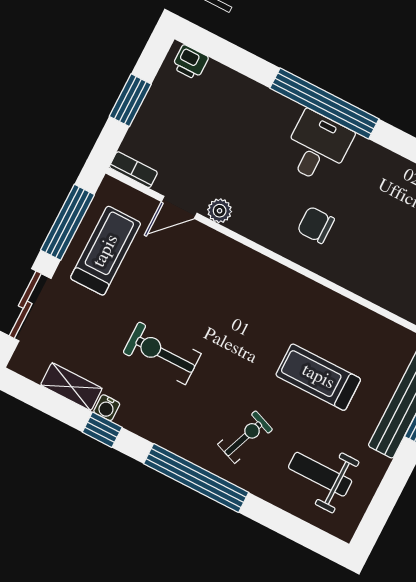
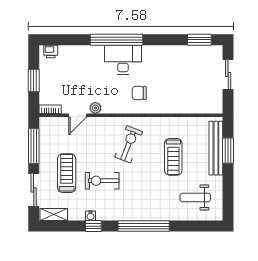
desk: (317, 147) -> (123, 60), width x1.37
treadmill: (106, 251) -> (67, 173), moved
treadmill: (318, 377) -> (173, 157), turned -90
shelving: (71, 387) -> (54, 215), moved
exercise bike: (245, 437) -> (129, 144), moved, width x1.38, depth x1.39

